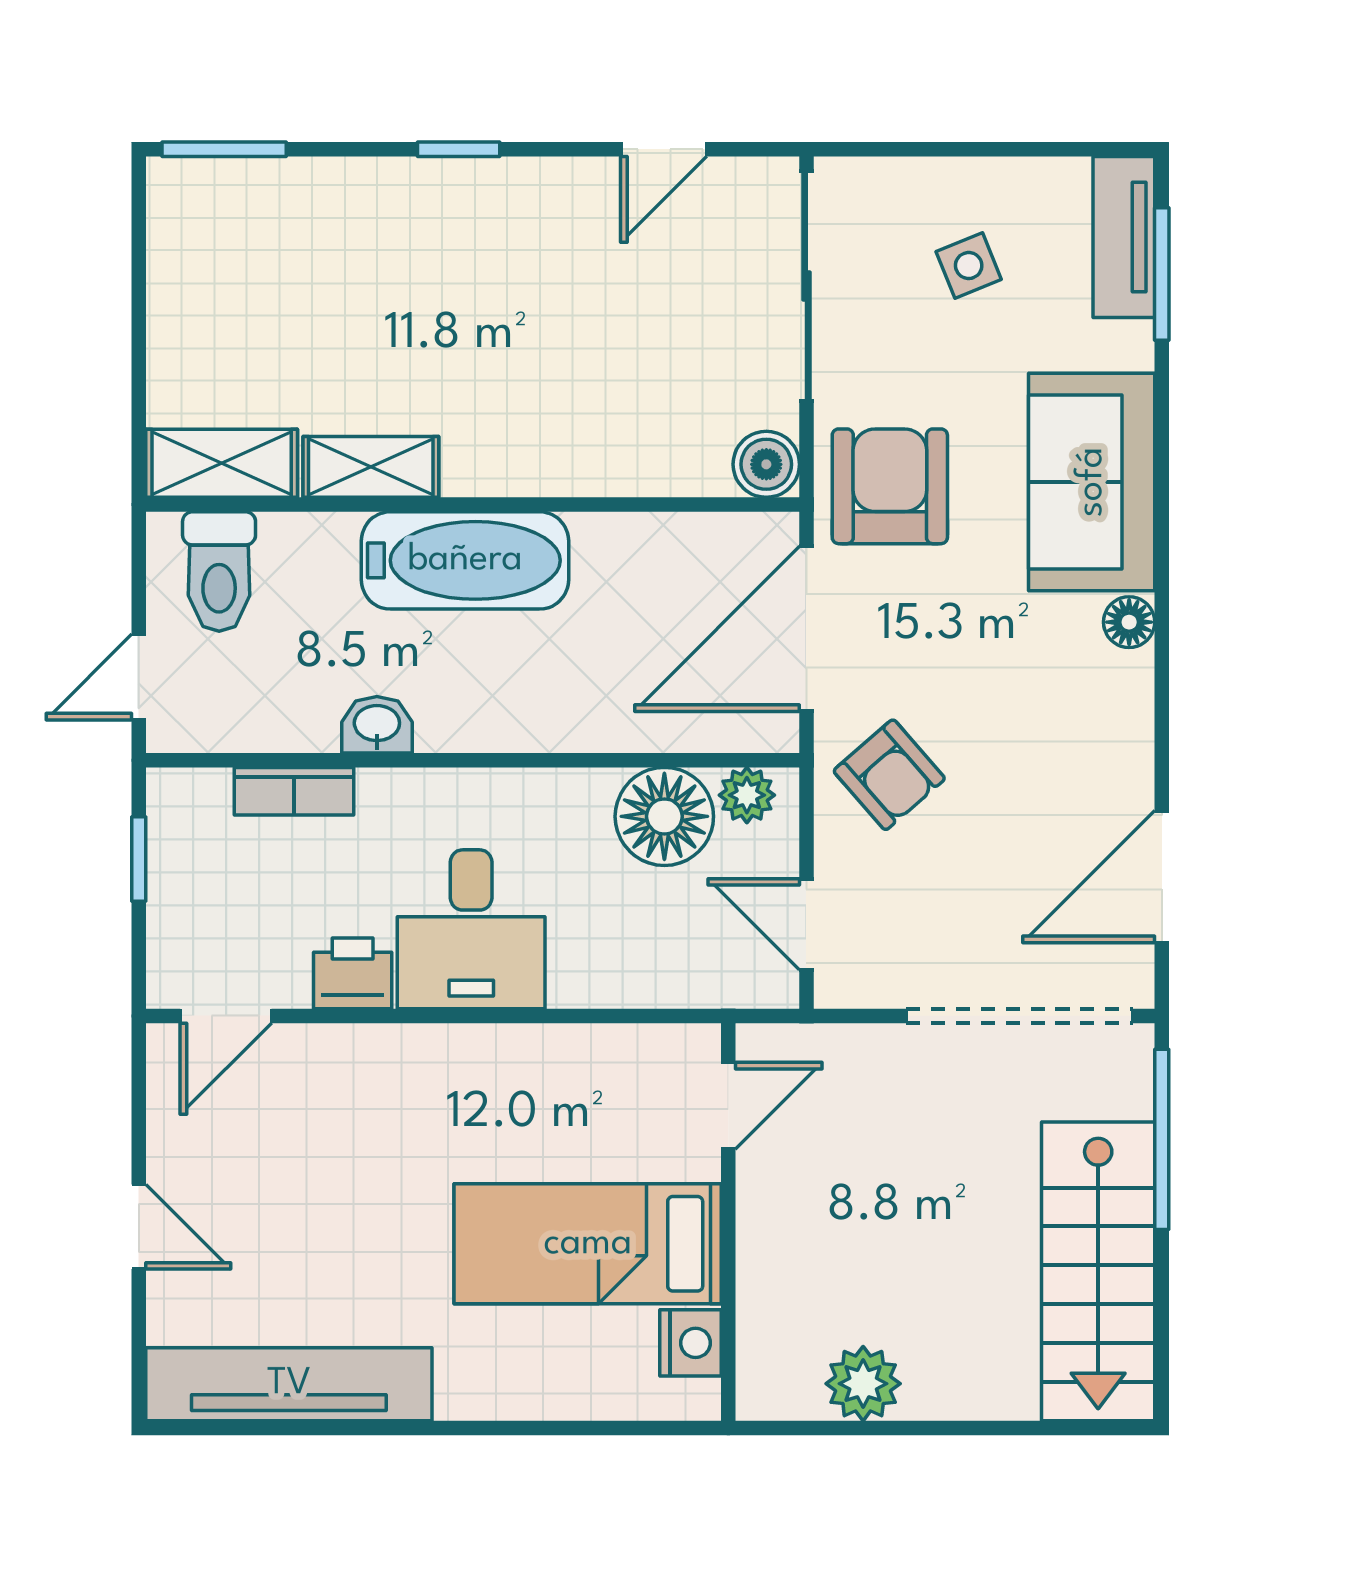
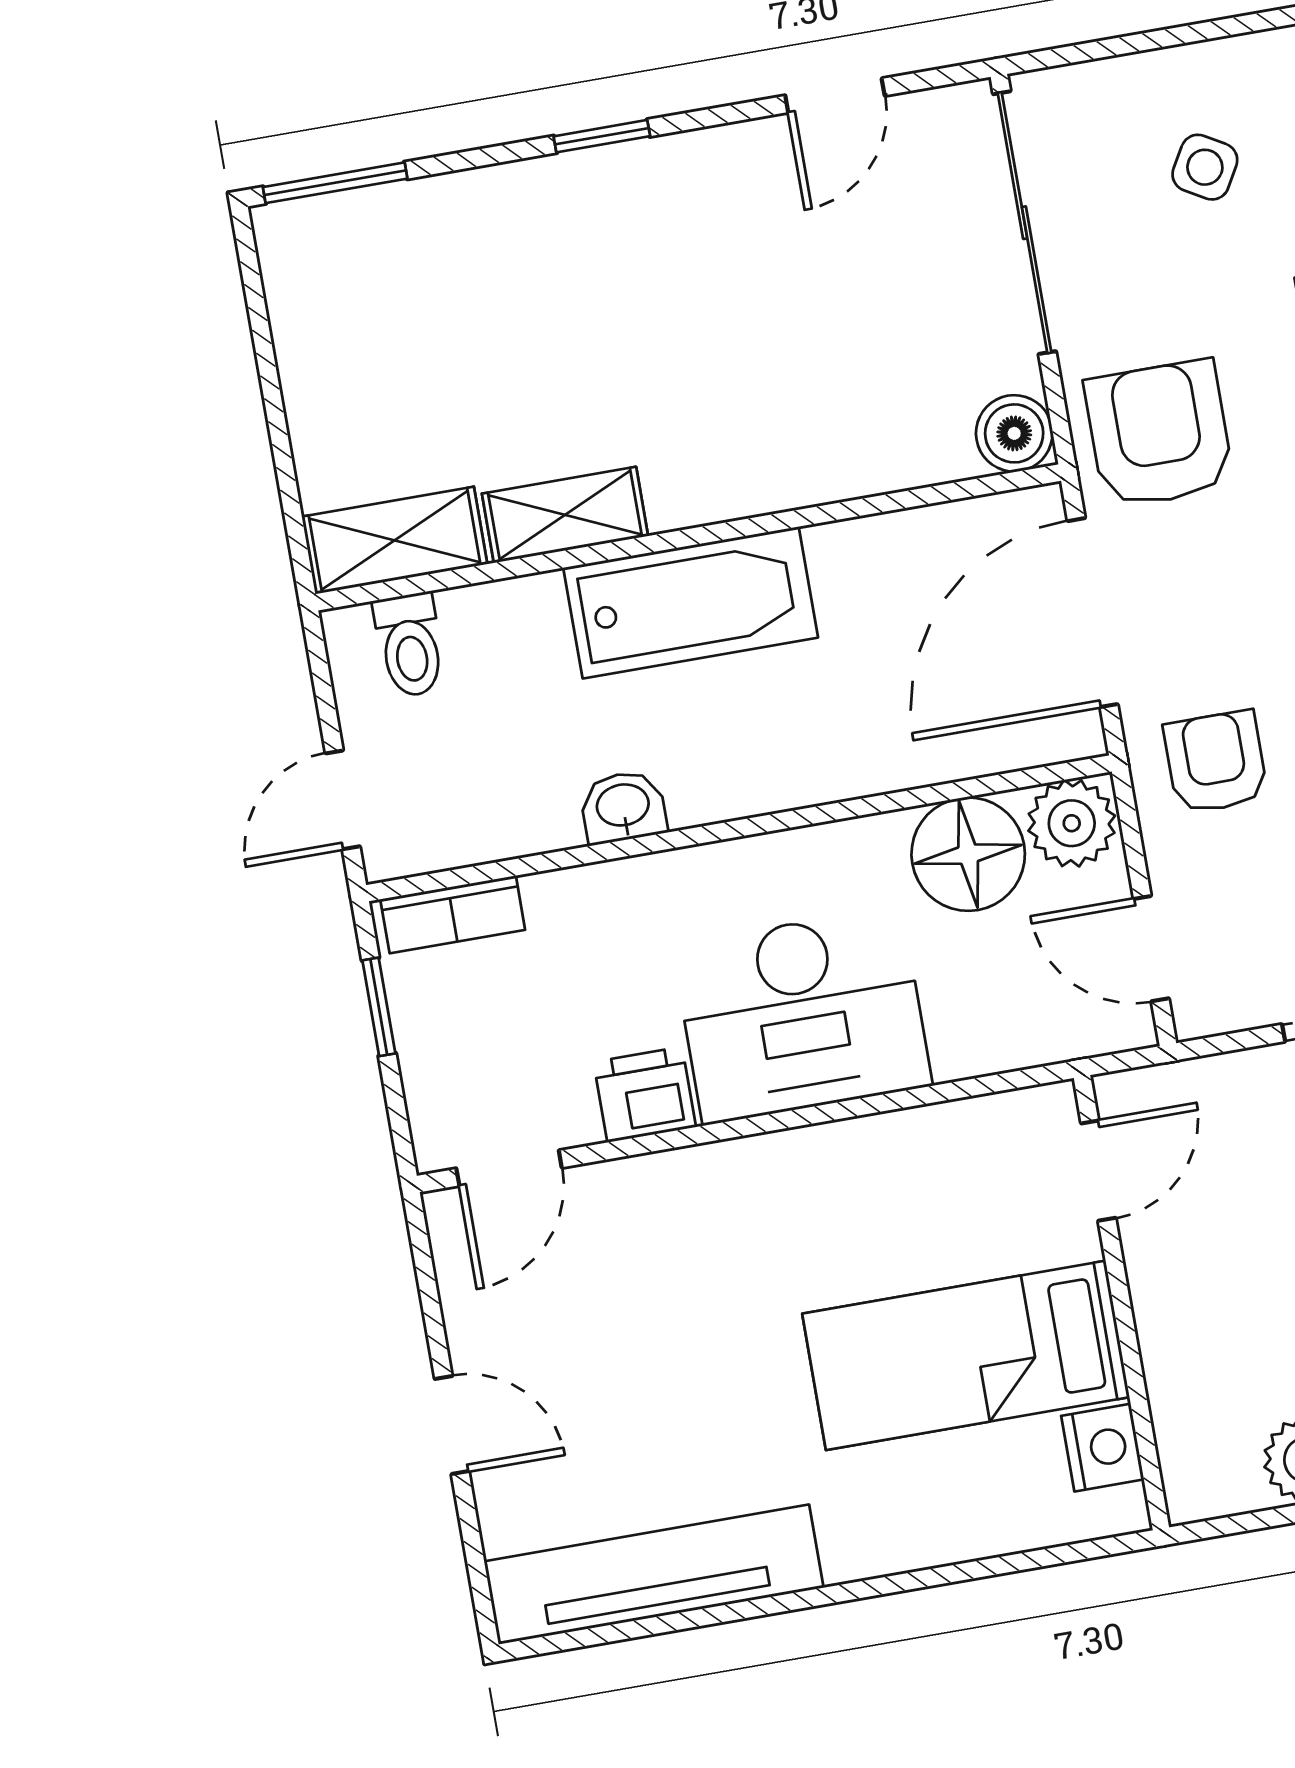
side table: (969, 266) -> (1205, 167), turned -38
toilet: (219, 571) -> (410, 645), width x0.73, depth x0.72
armchair: (889, 775) -> (1216, 762), turned -139
bookcase: (294, 791) -> (453, 915), moved
plant: (747, 795) -> (1072, 823), width x1.38, depth x1.38
desk: (471, 929) -> (802, 1015), width x1.37

